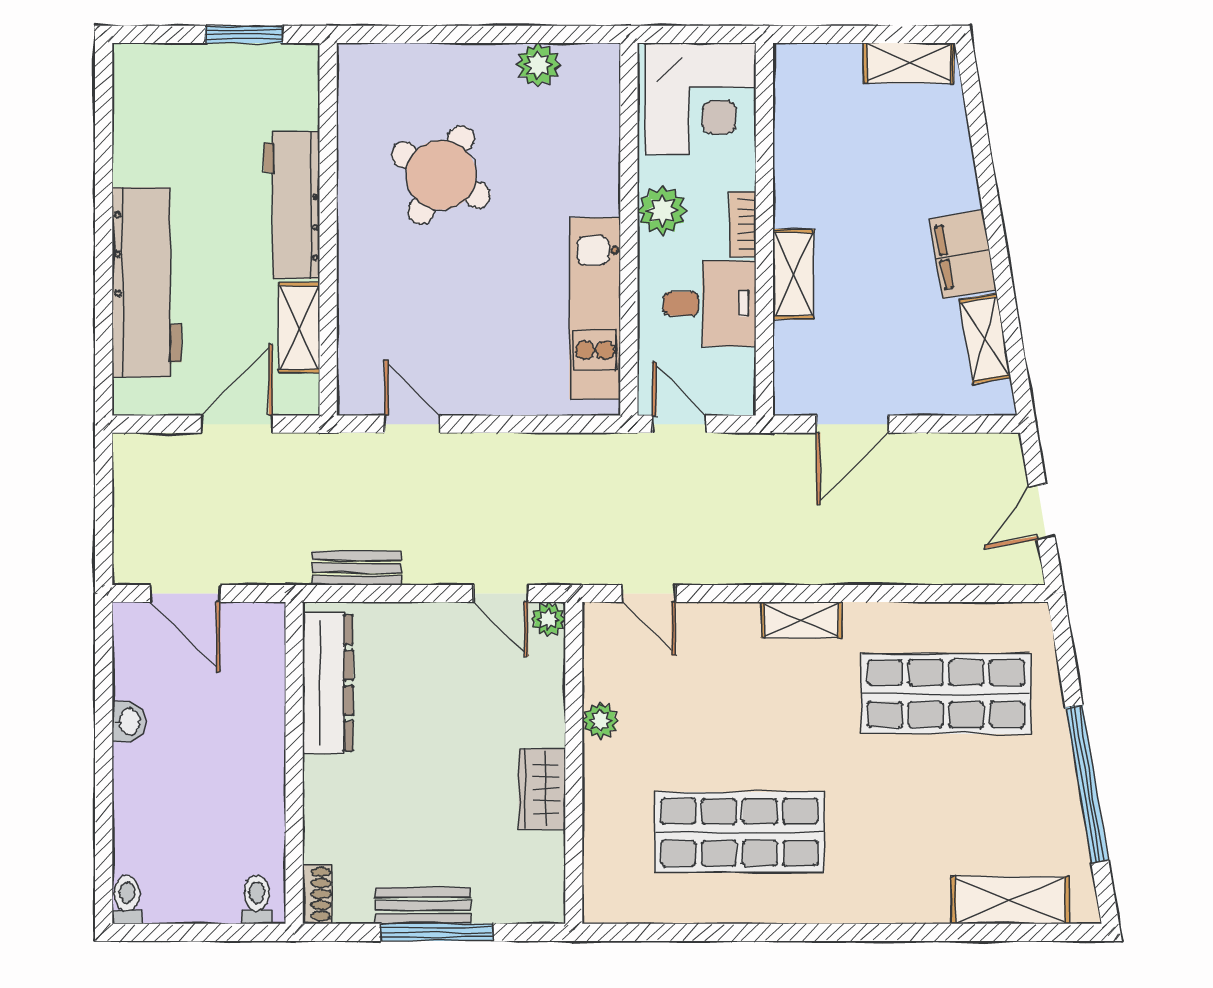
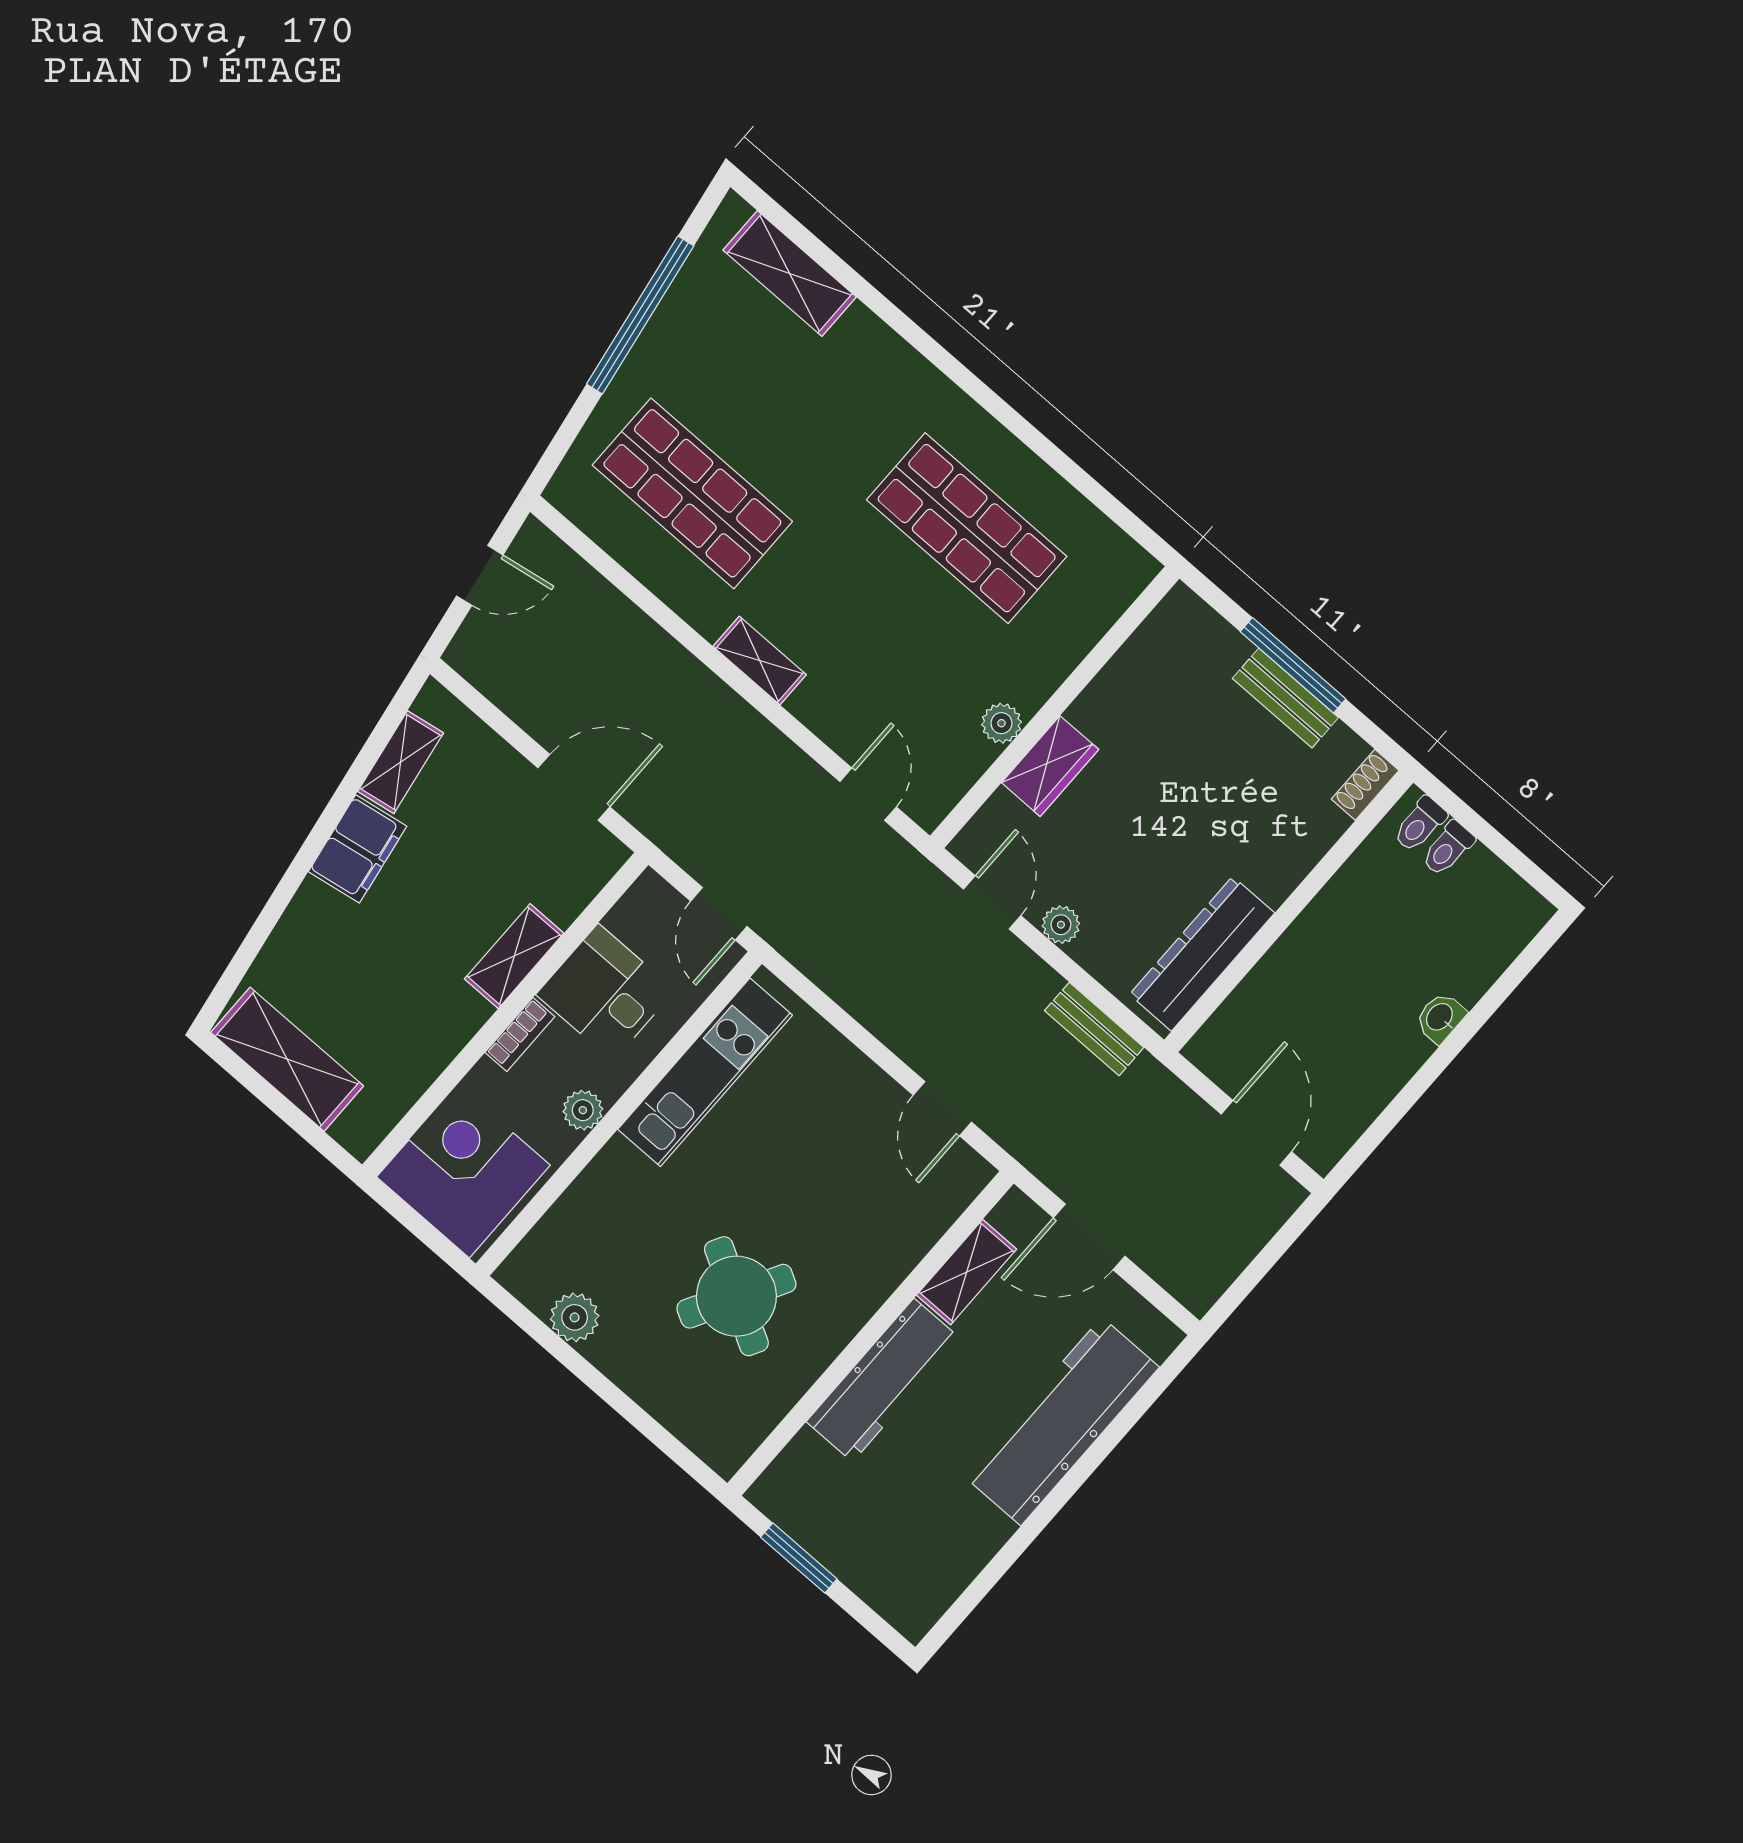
shelving: (909, 63) -> (287, 1059), width x1.50, depth x1.33
plant: (662, 210) -> (583, 1110), width x0.73, depth x0.73
plant: (548, 619) -> (1061, 925), moved
washbasin: (129, 722) -> (1440, 1018), moved
wardrobe: (542, 789) -> (1050, 766), moved
toilet: (127, 900) -> (1448, 848), moved

